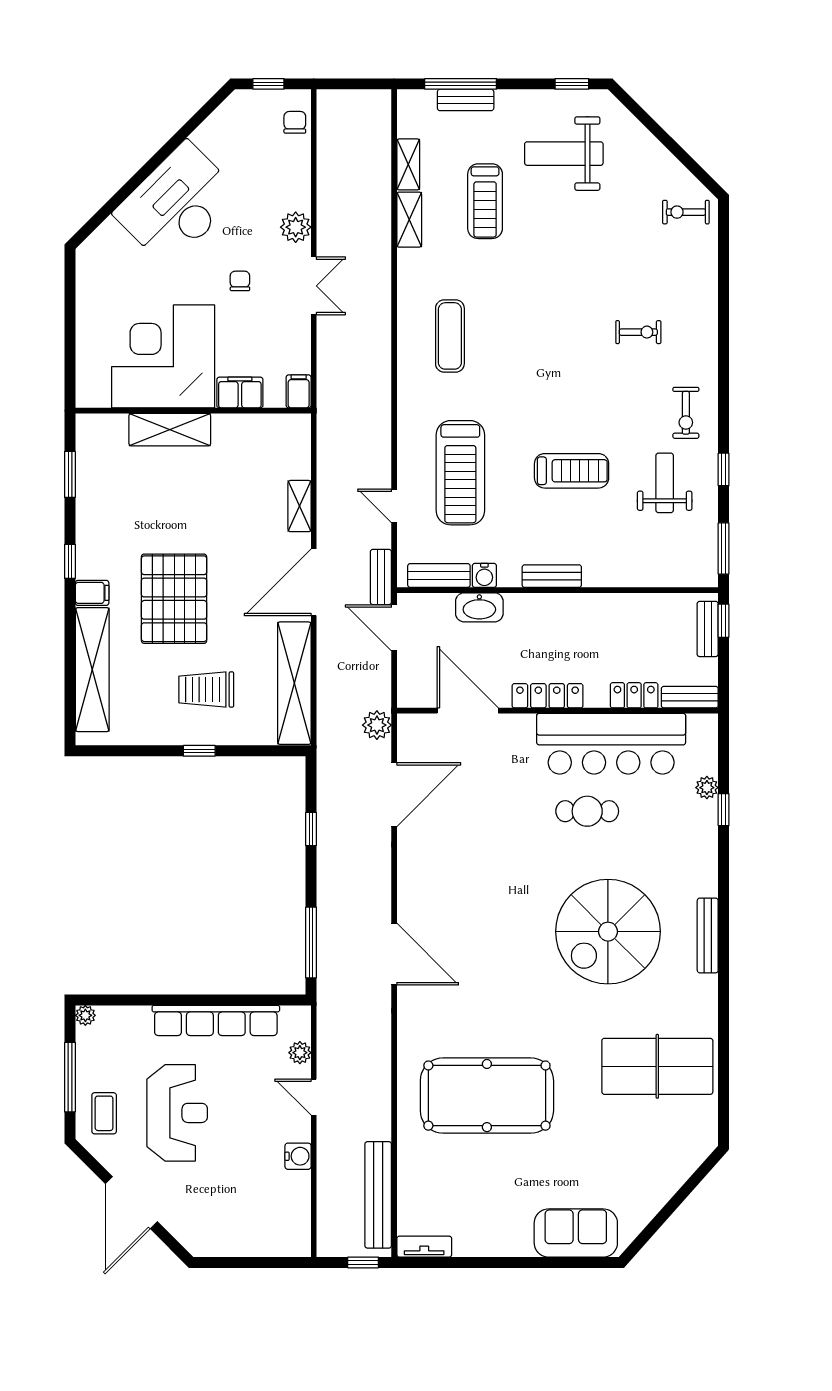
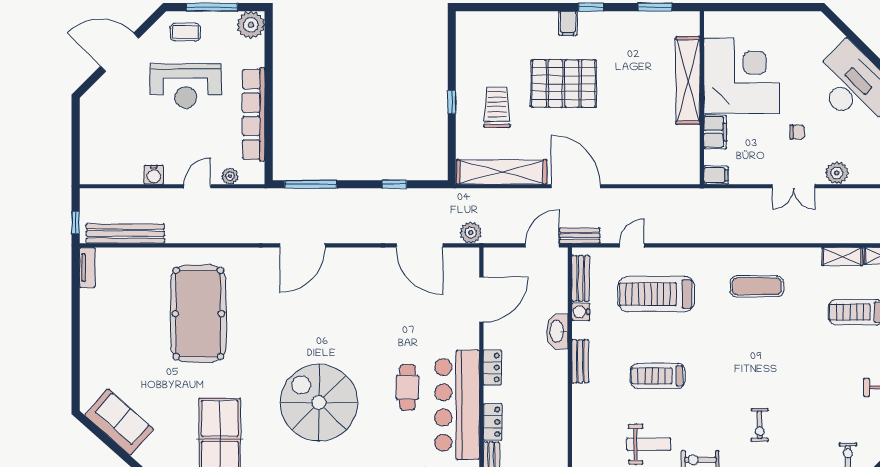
shelving: (170, 430) -> (688, 80), width x1.47
treadmill: (572, 471) -> (658, 376), turned 90
shelving: (300, 506) -> (632, 176), removed
washbasin: (479, 607) -> (557, 331), moved
shelving: (92, 670) -> (512, 23), removed
locker: (548, 696) -> (492, 367), width x0.66
plant: (85, 1015) -> (251, 25), width x1.87, depth x1.87
sofa: (576, 1233) -> (119, 422), moved, turned -48

